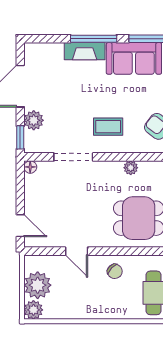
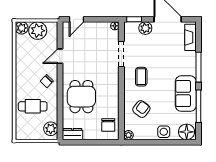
fireplace: (85, 51) -> (190, 37), moved
plant: (131, 168) -> (114, 91), removed

